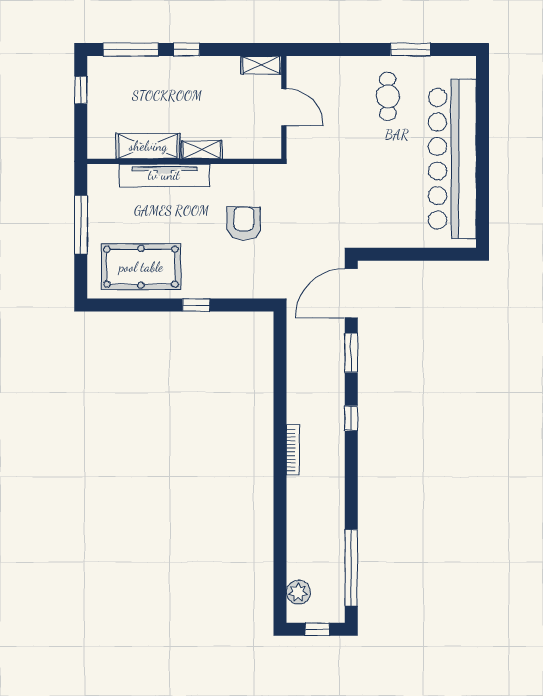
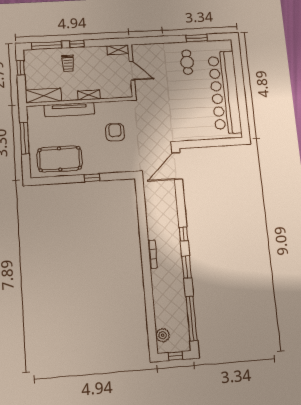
trolley: (168, 87) -> (68, 63), added
shelving: (148, 146) -> (43, 96), moved
window: (351, 353) -> (187, 267), moved

